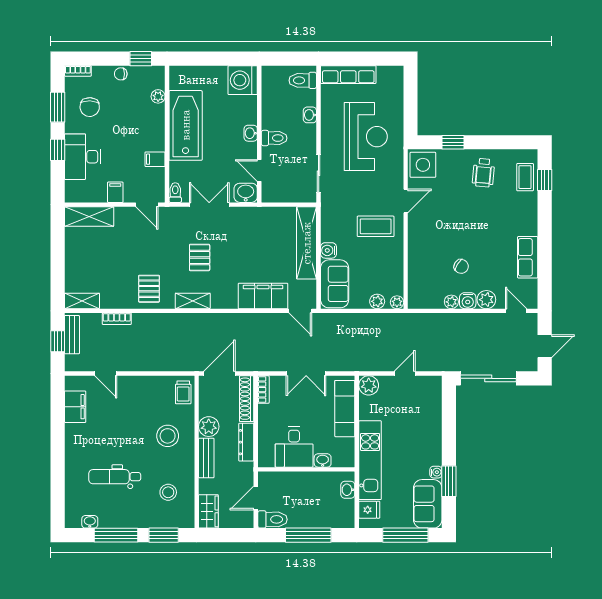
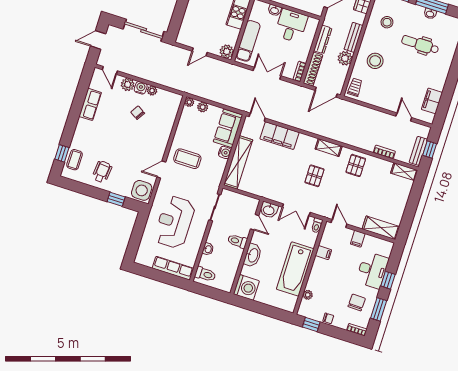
washbasin: (251, 133) -> (253, 255), width x1.91, depth x1.45
dental chair: (115, 477) -> (420, 45), turned 180
washbasin: (90, 522) -> (430, 14), moved

